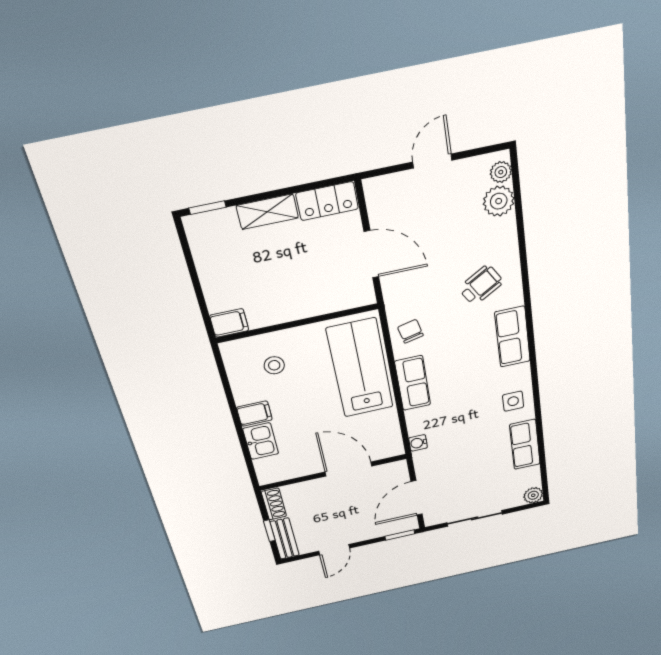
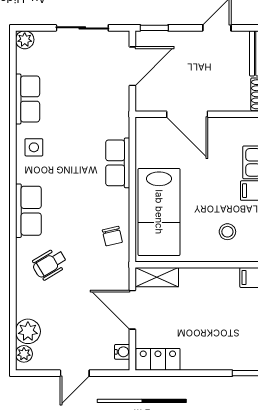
shelving: (267, 212) -> (157, 277), moved
row of seats: (413, 383) -> (118, 163), moved
water cooler: (418, 443) -> (122, 352), moved

